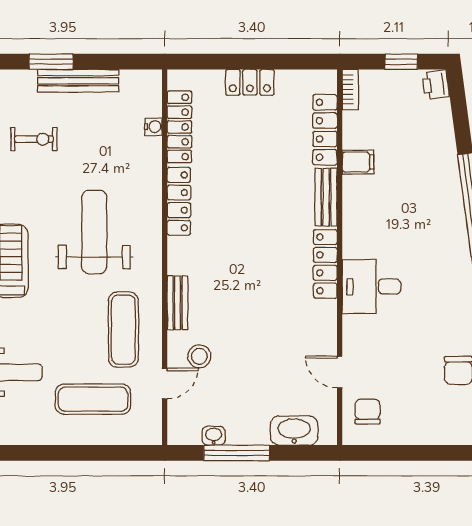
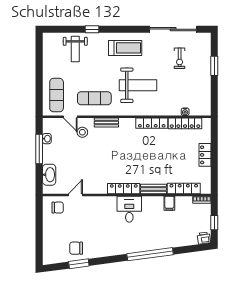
bench: (78, 81) -> (206, 78), removed
desk: (371, 287) -> (129, 209), moved
exercise mat: (93, 399) -> (57, 95), moved

